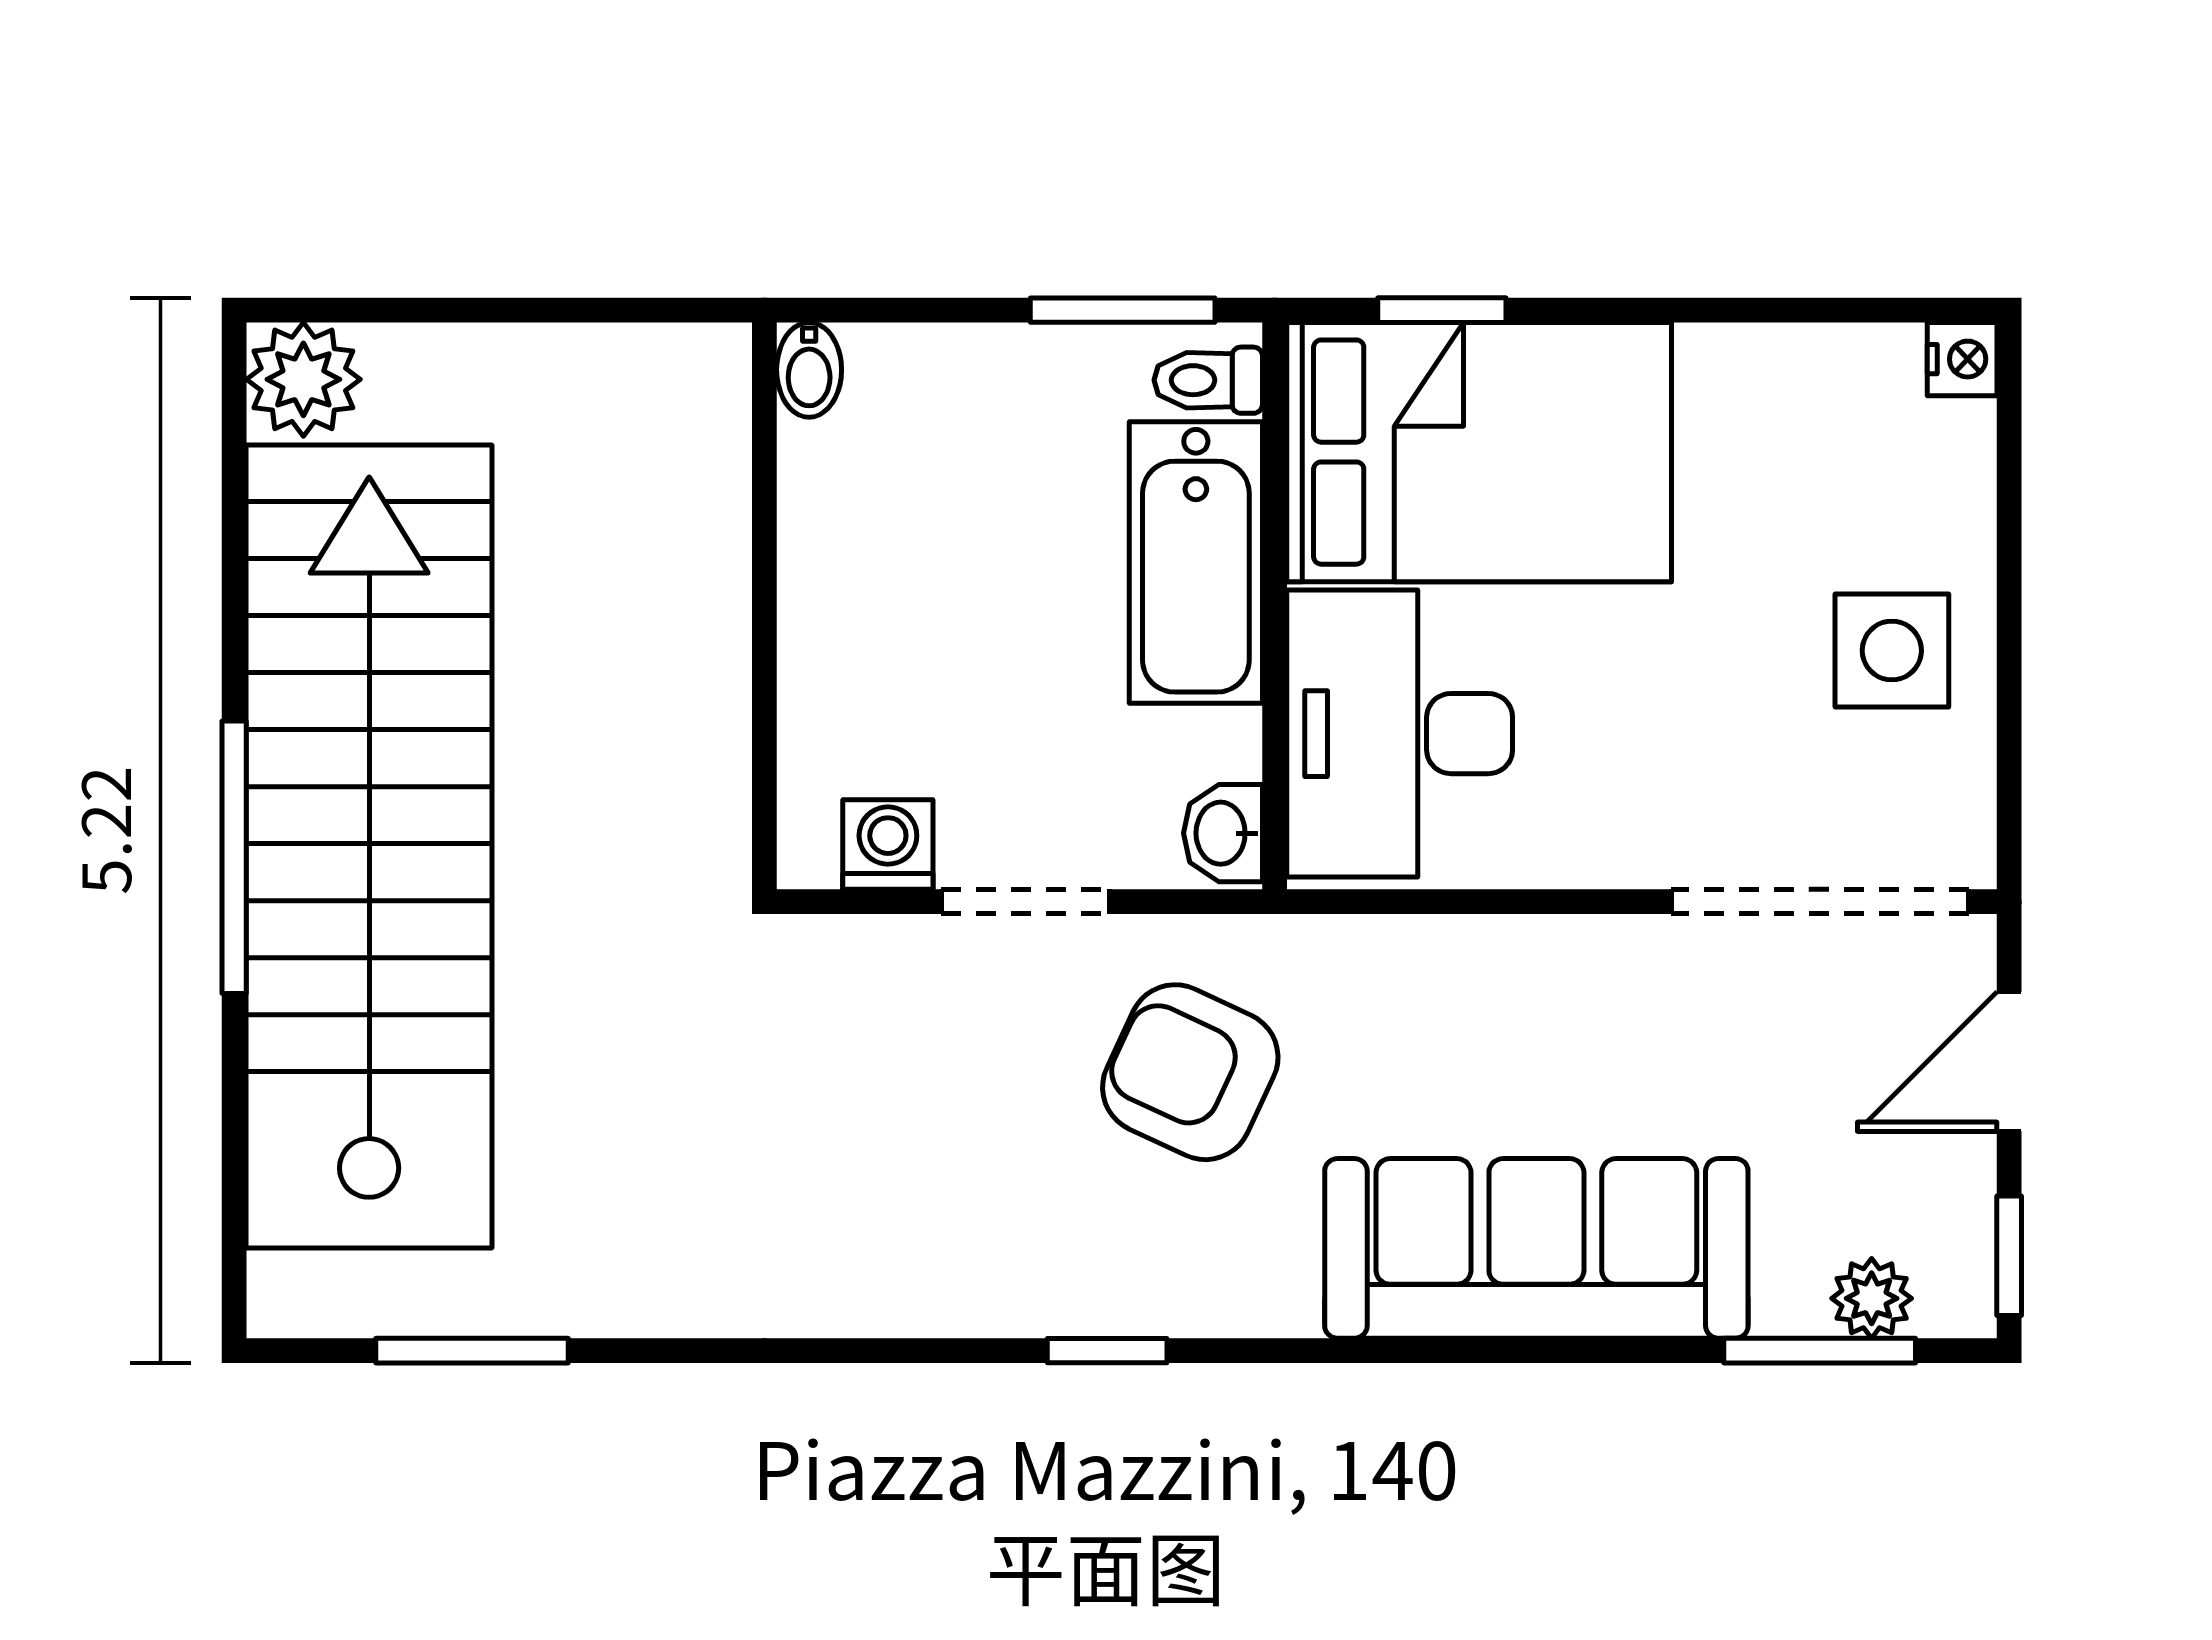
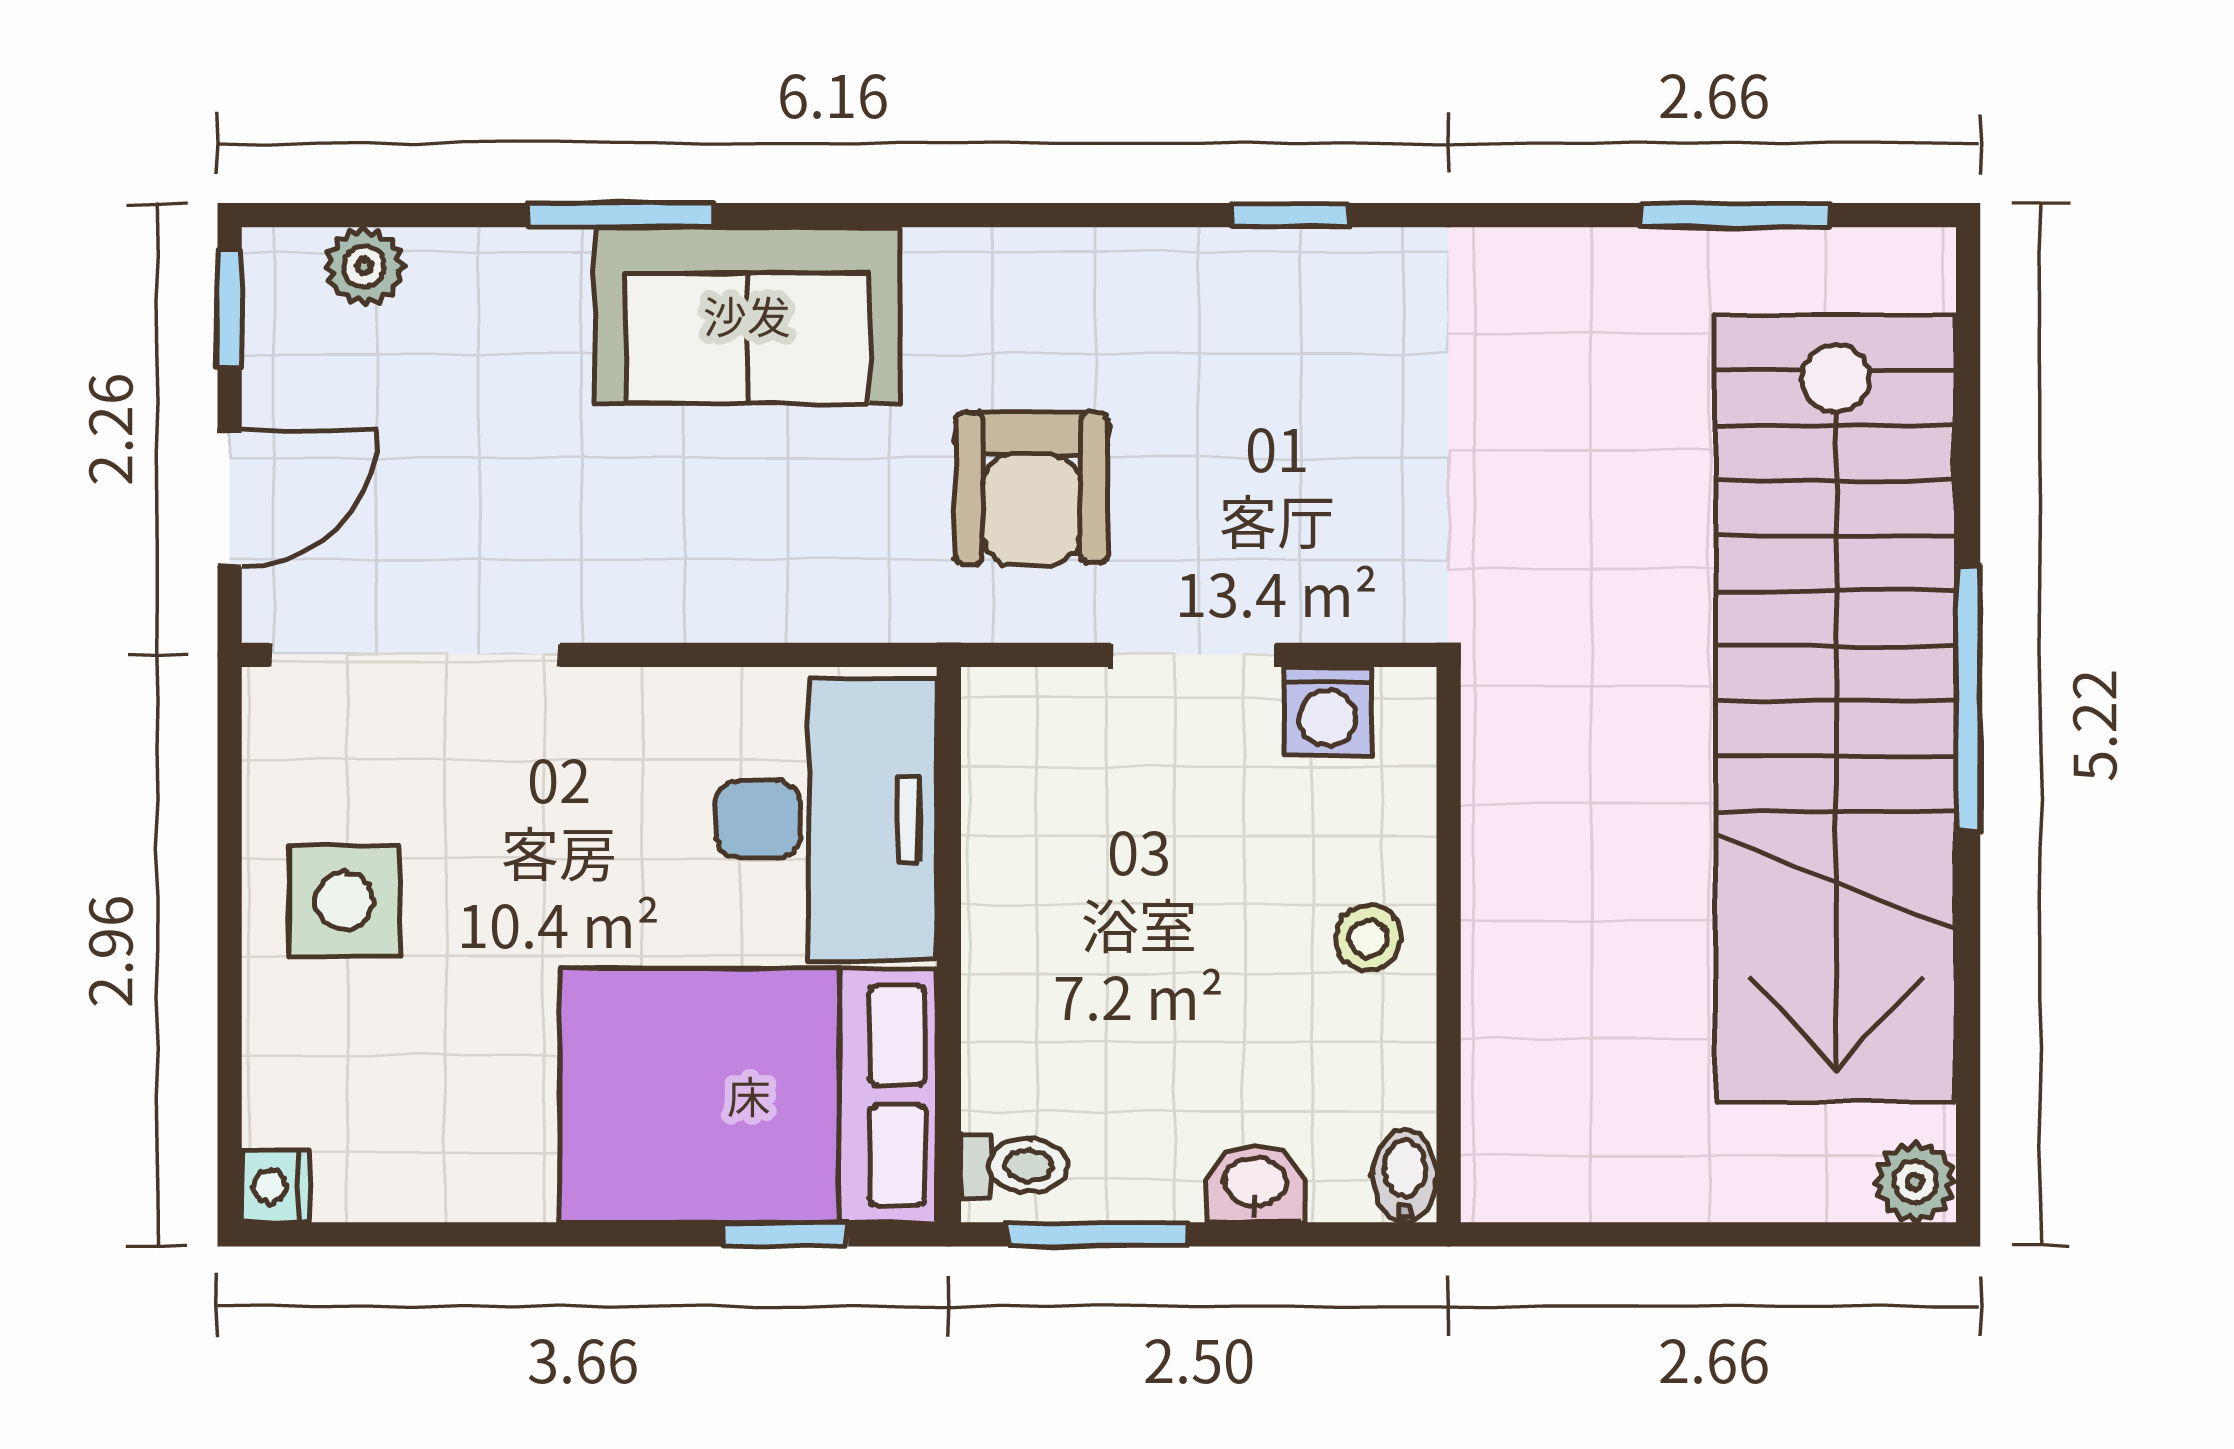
plant: (303, 379) -> (1915, 1182), width x0.73, depth x0.73
bathtub: (1196, 563) -> (1026, 987), removed
stool: (846, 613) -> (1368, 938), added
washbasin: (1223, 833) -> (1255, 1184), moved, turned -90
armchair: (1190, 1072) -> (1032, 488), turned 65
sofa: (1536, 1248) -> (747, 315), width x0.73
window: (1107, 1351) -> (1291, 215), moved
window: (1820, 1351) -> (620, 215), moved

